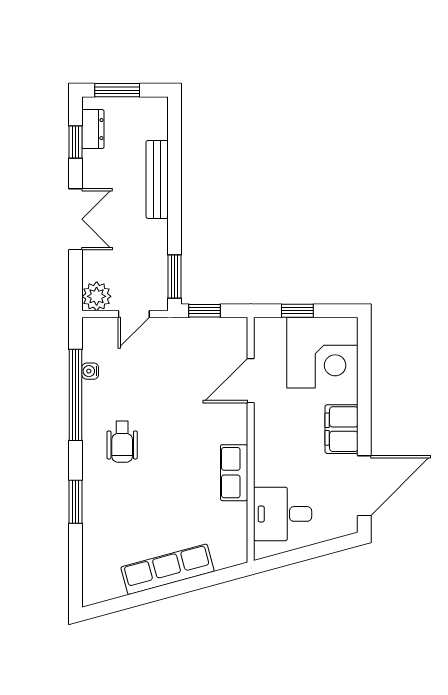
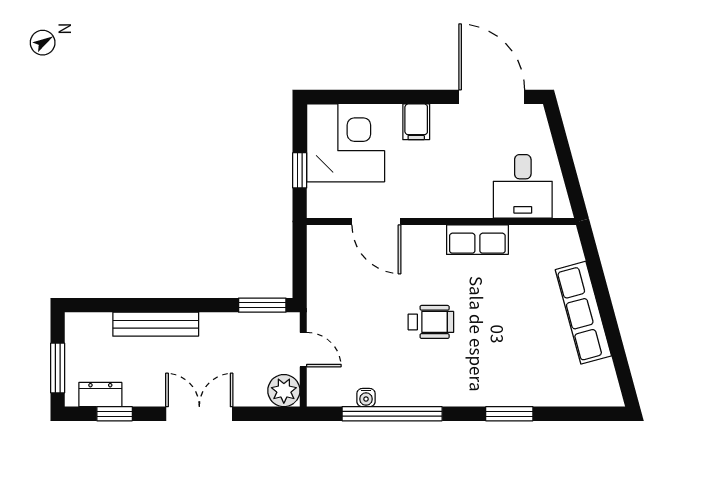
window: (205, 311) -> (300, 272), removed
filing cabinet: (341, 429) -> (416, 122), width x0.50
wheelchair: (122, 442) -> (431, 322), moved

